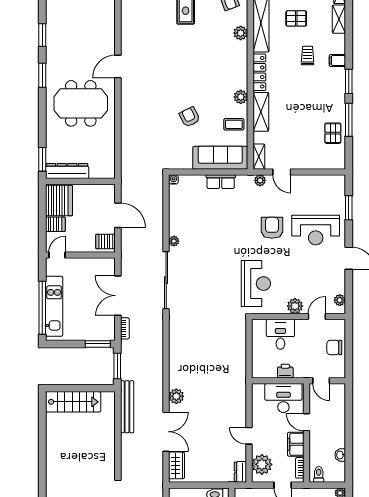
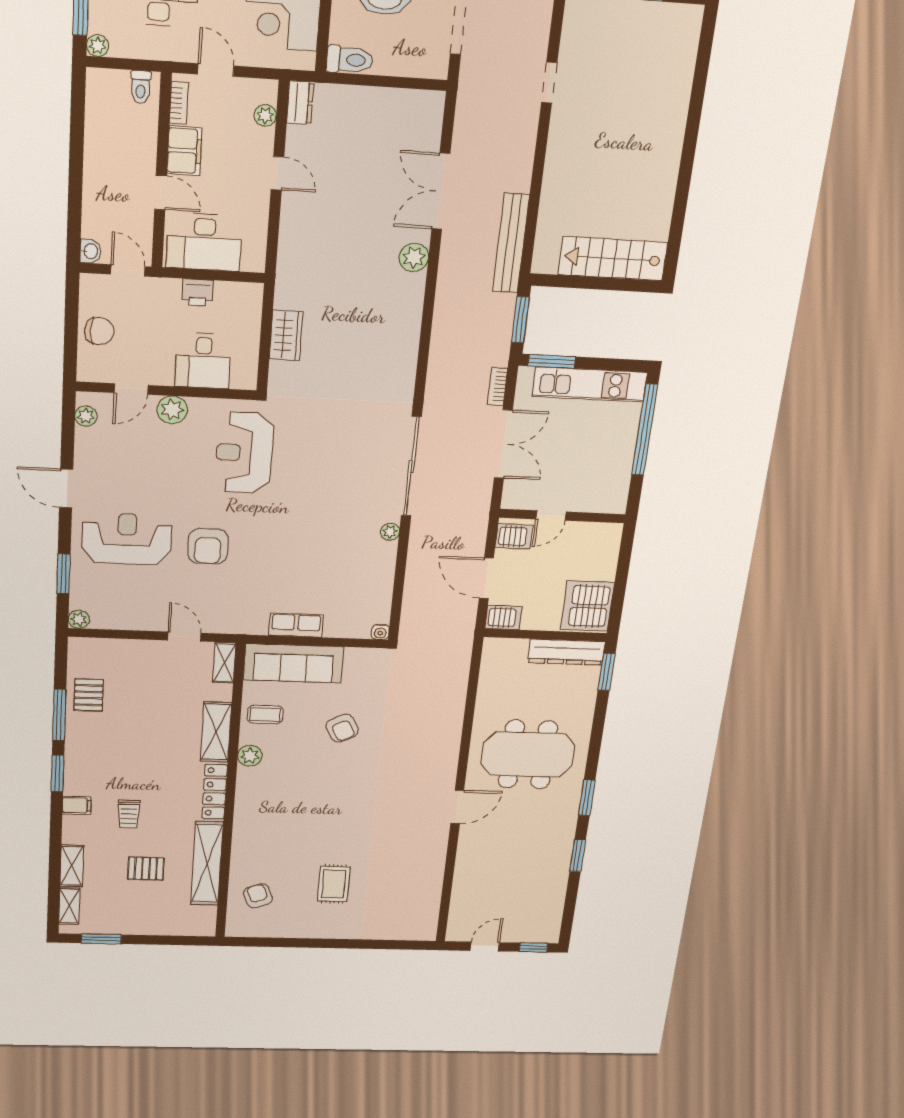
plant: (241, 33) -> (243, 850), removed
plant: (260, 180) -> (79, 619), moved
server rack: (55, 224) -> (503, 617), moved, turned 180
door: (57, 255) -> (551, 515), moved
kitchen unit: (54, 306) -> (590, 384), moved, turned -90
washbasin: (340, 455) -> (90, 251), moved
plant: (262, 464) -> (265, 115), width x0.53, depth x0.53
wardrobe: (177, 465) -> (286, 335), moved, turned 180

